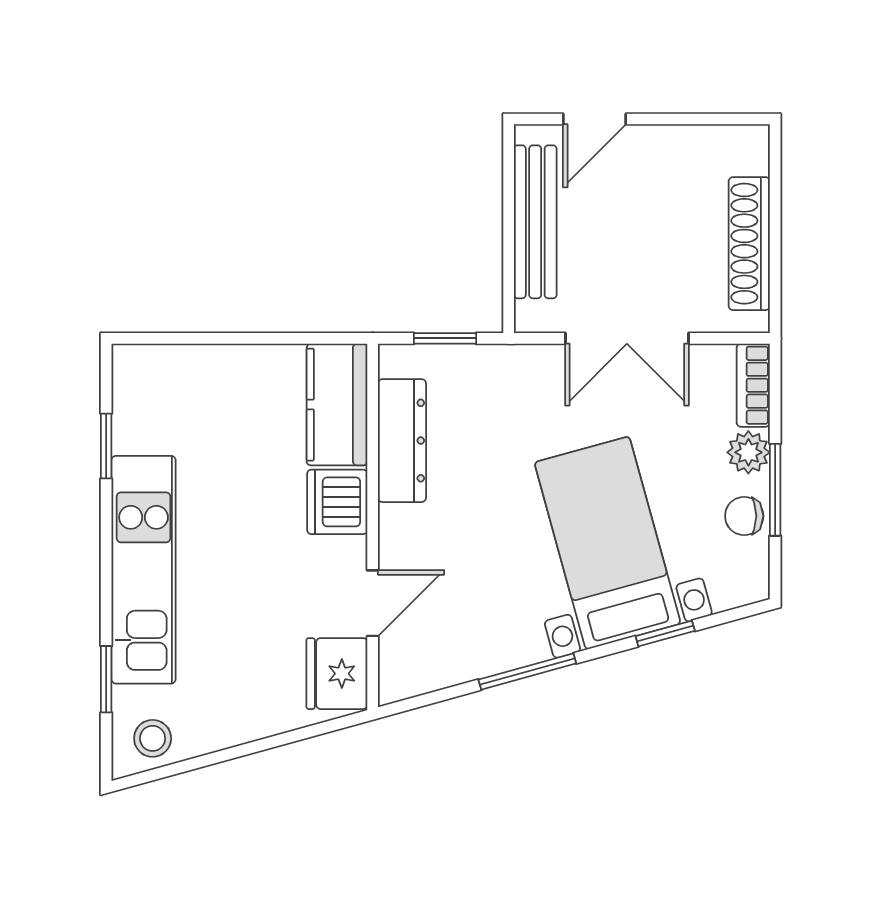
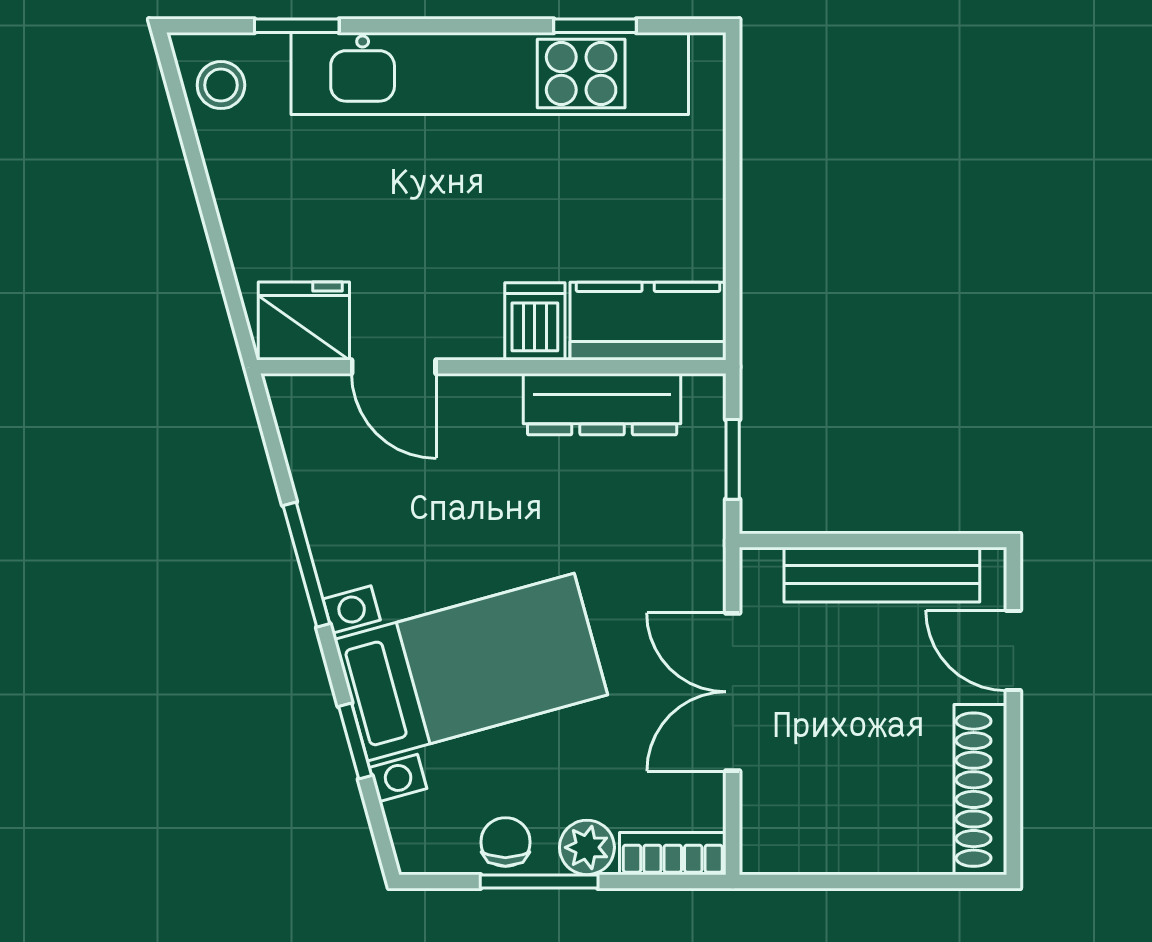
shoe rack: (749, 244) -> (980, 790), moved, turned -90
dishwasher: (337, 502) -> (535, 321), width x0.73
kitchen unit: (144, 570) -> (490, 74), width x1.36

